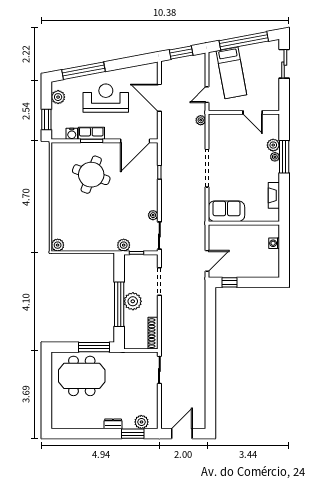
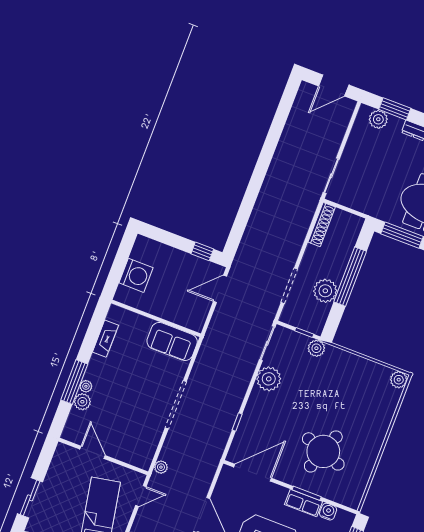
plant: (153, 215) -> (269, 379), width x1.88, depth x1.88
washing machine: (274, 243) -> (136, 275), width x1.89, depth x1.89
plant: (133, 301) -> (325, 291), moved

